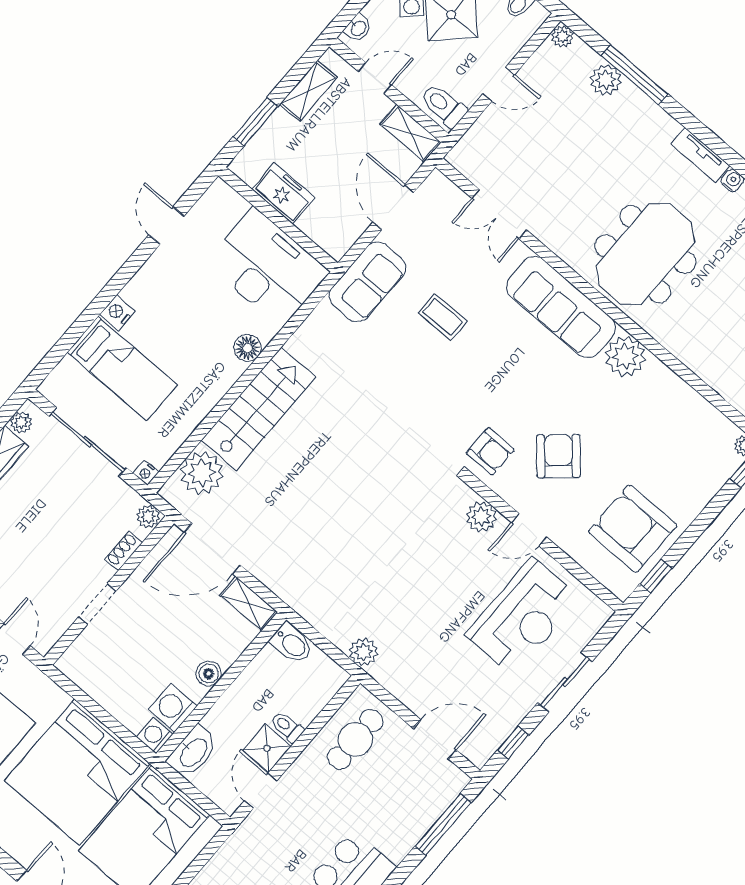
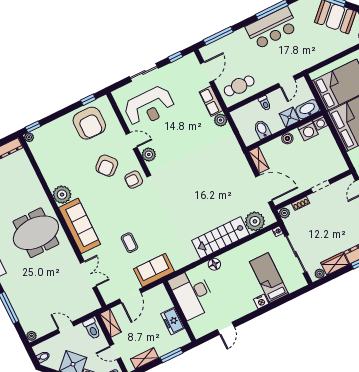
plant: (606, 80) -> (22, 311), removed
armchair: (490, 451) -> (134, 180), turned -90
reception desk: (523, 616) -> (149, 107), turned 180
bidet: (292, 644) -> (262, 129), moved
row of seats: (400, 683) -> (211, 101), added
door: (435, 739) -> (207, 72), swing flipped
shower: (267, 748) -> (289, 117), moved

